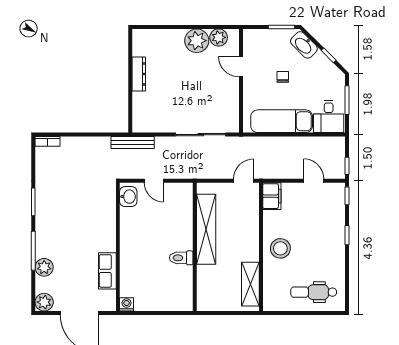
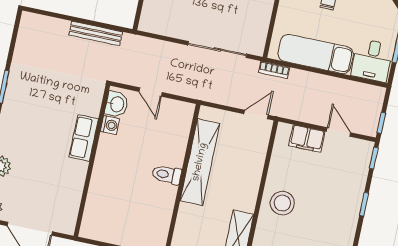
bookcase: (47, 141) -> (274, 70), moved
bench: (133, 142) -> (96, 33), moved
filing cabinet: (272, 196) -> (307, 139), moved, turned 90
toilet: (181, 258) -> (167, 175), moved
row of seats: (107, 271) -> (84, 138), moved
washing machine: (127, 304) -> (110, 125), moved, turned 90

